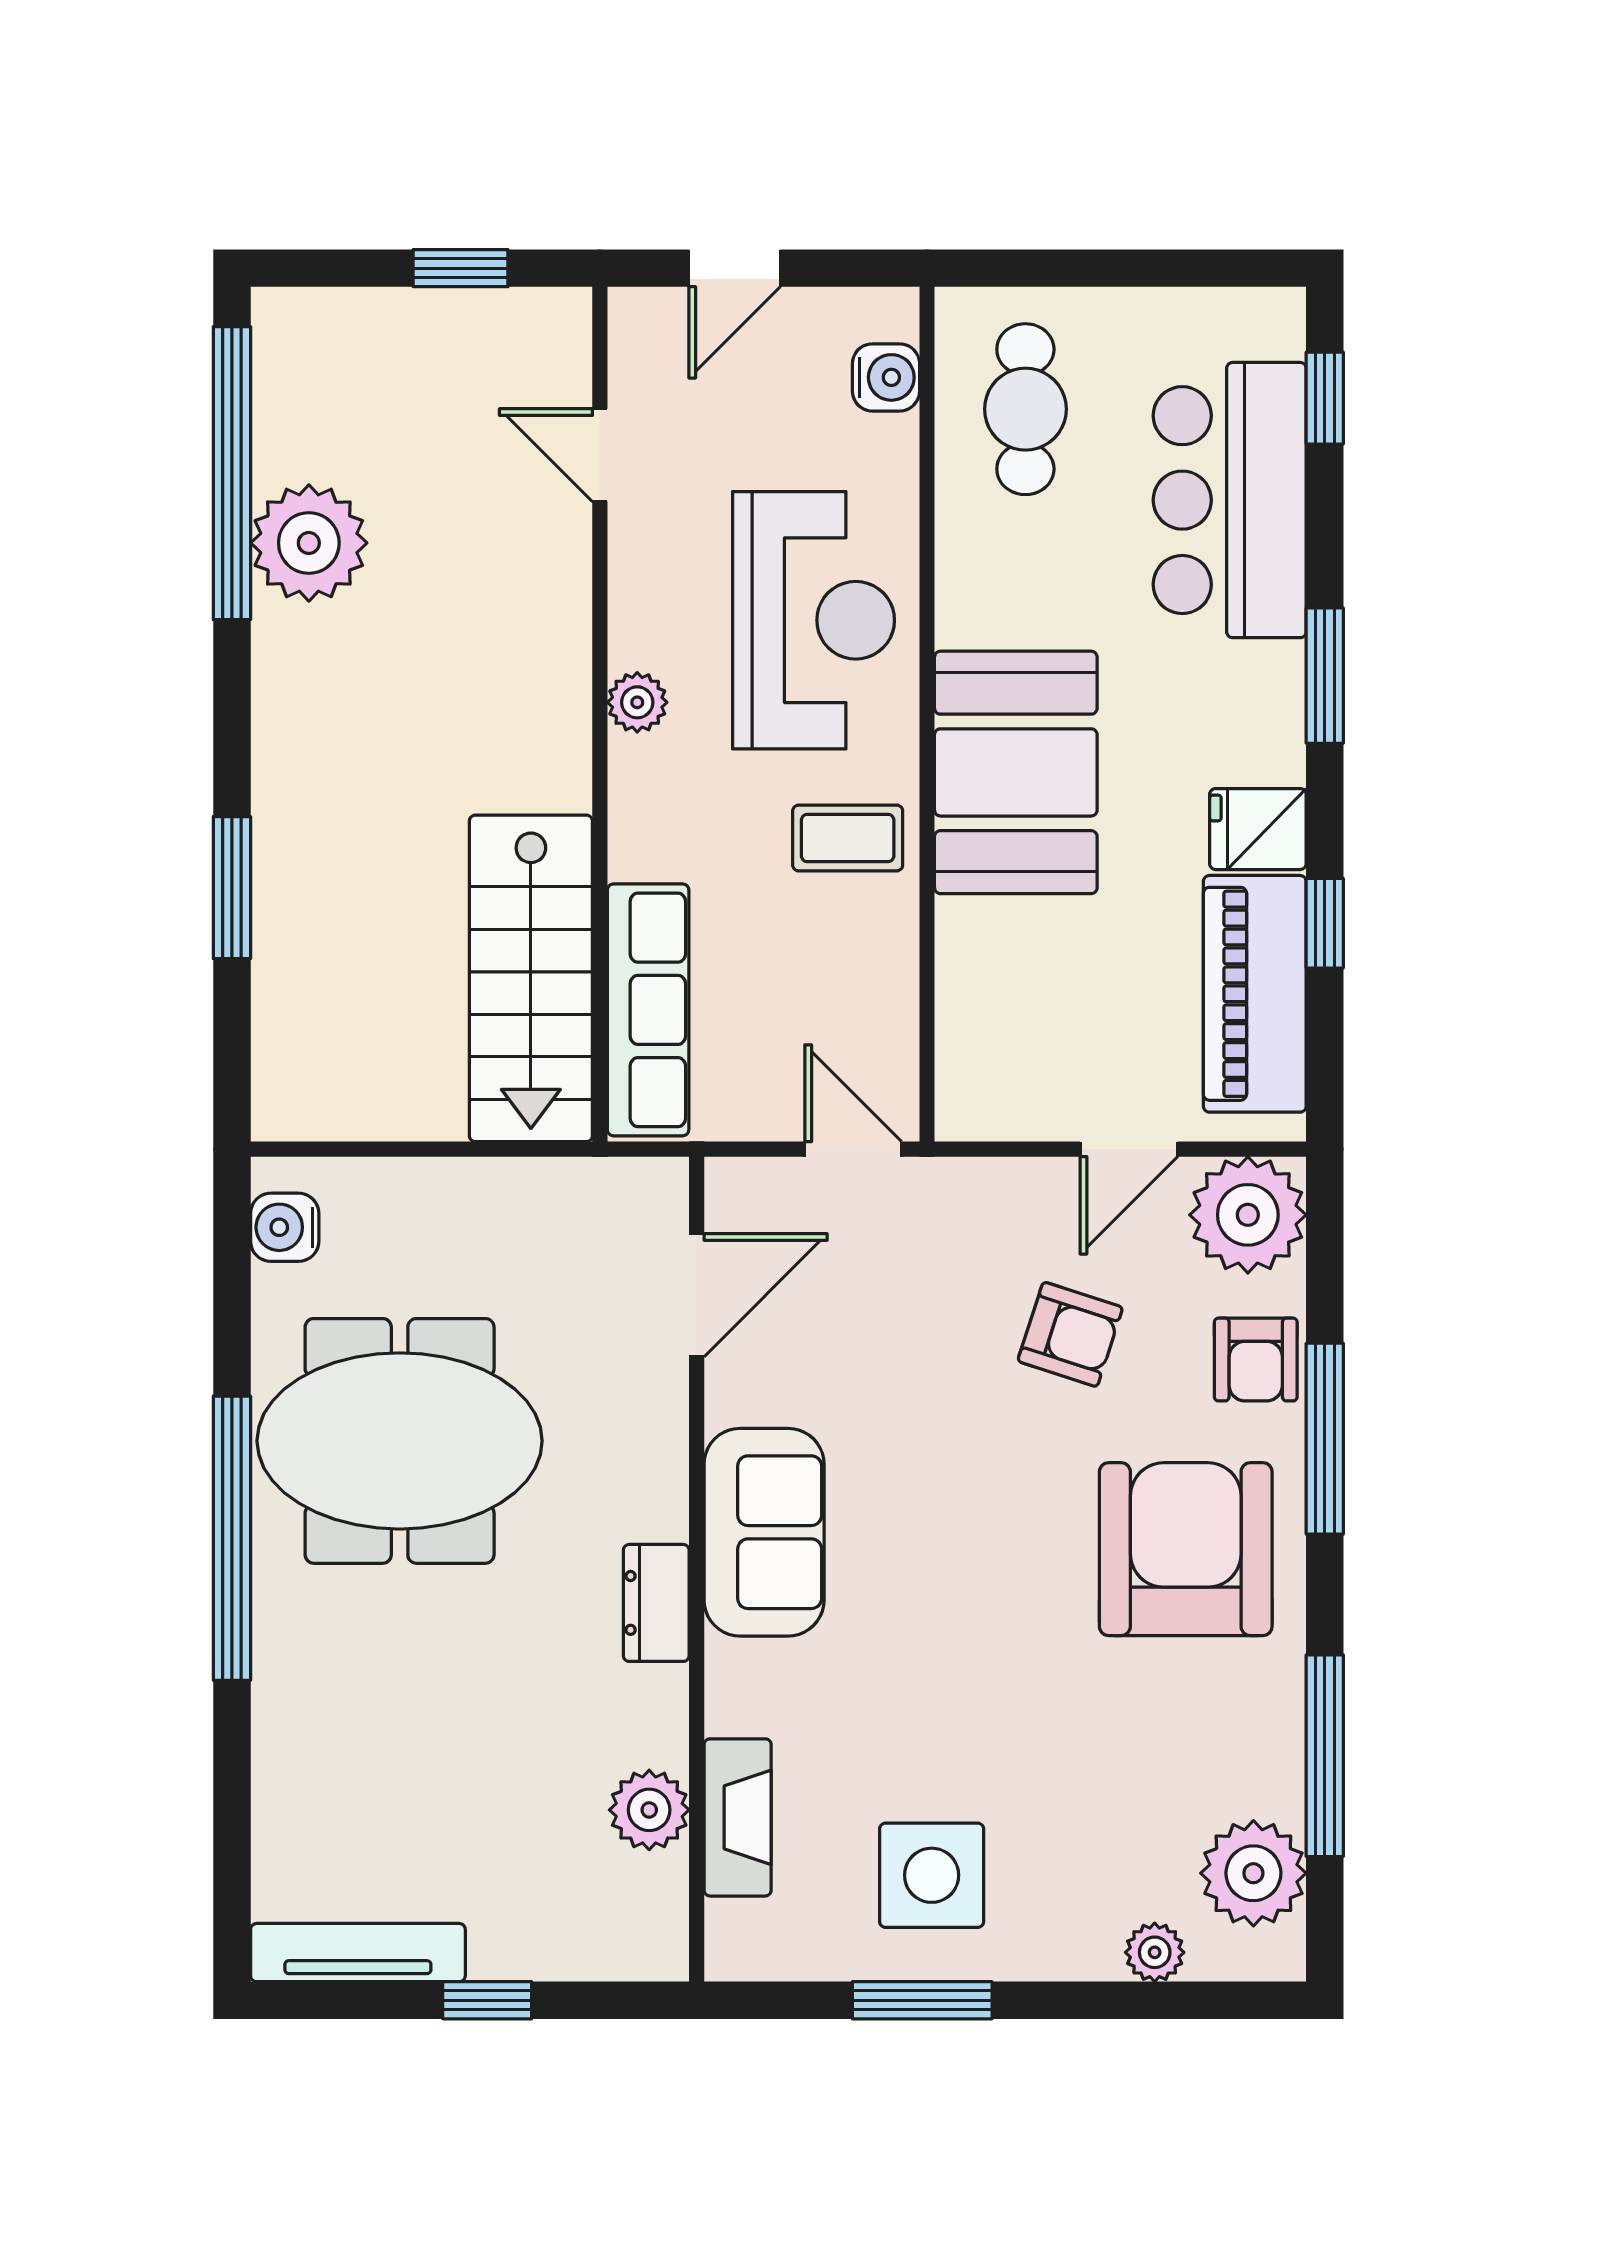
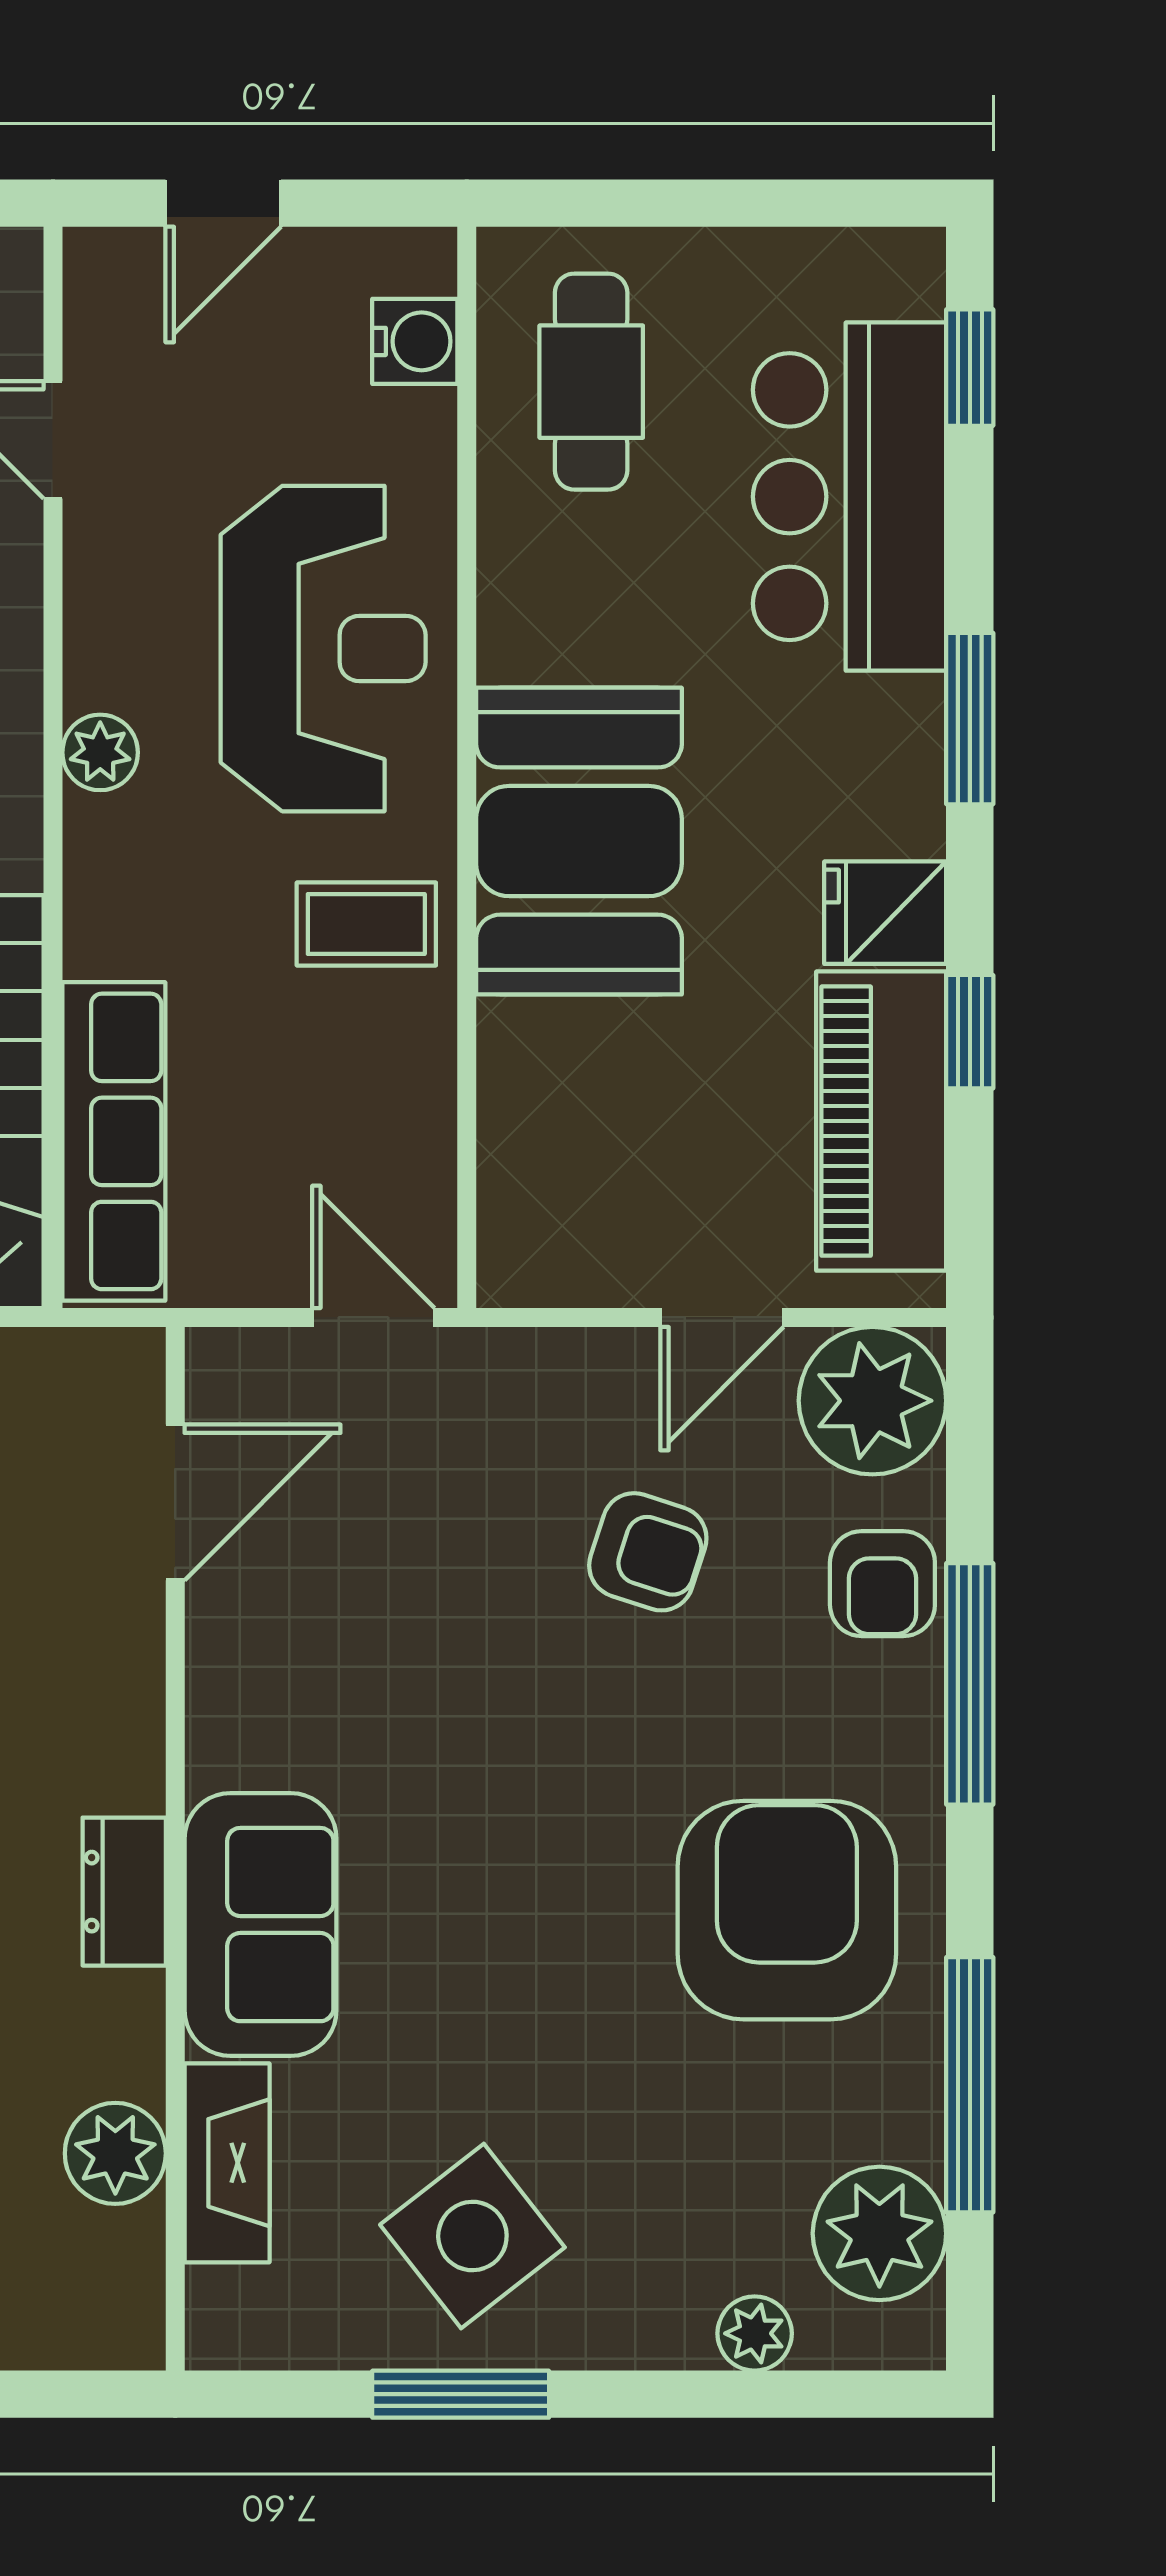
sofa: (764, 1532) -> (261, 1925), moved
armchair: (1186, 1549) -> (787, 1910), moved
side table: (932, 1875) -> (472, 2236), turned -38

